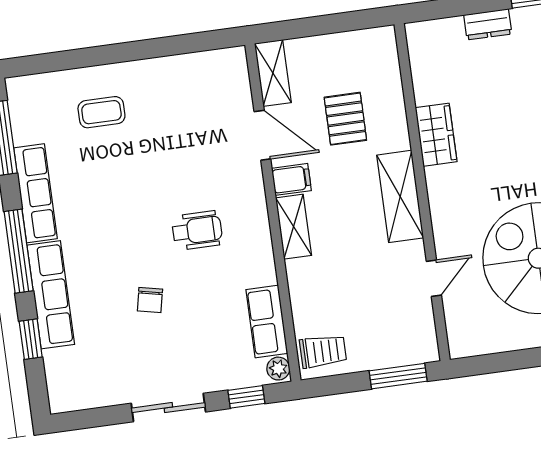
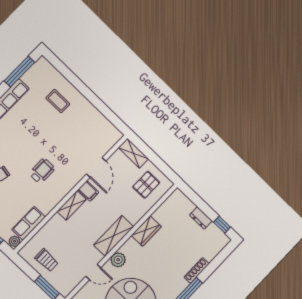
shelving: (273, 73) -> (133, 153), moved, turned 90
pallet: (345, 119) -> (146, 185), moved
plant: (447, 221) -> (118, 260), added
wheelchair: (197, 230) -> (42, 171), turned -90
trolley: (323, 351) -> (47, 260), moved

